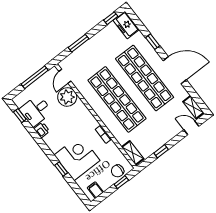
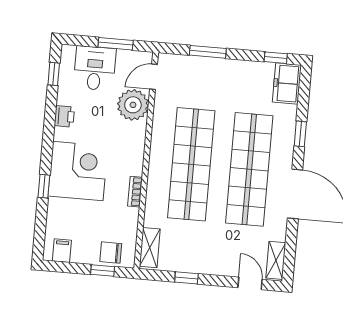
window: (35, 77) -> (116, 44), width x0.69
desk: (36, 111) -> (95, 68), moved, turned 90
corner desk: (77, 158) -> (78, 171), moved

